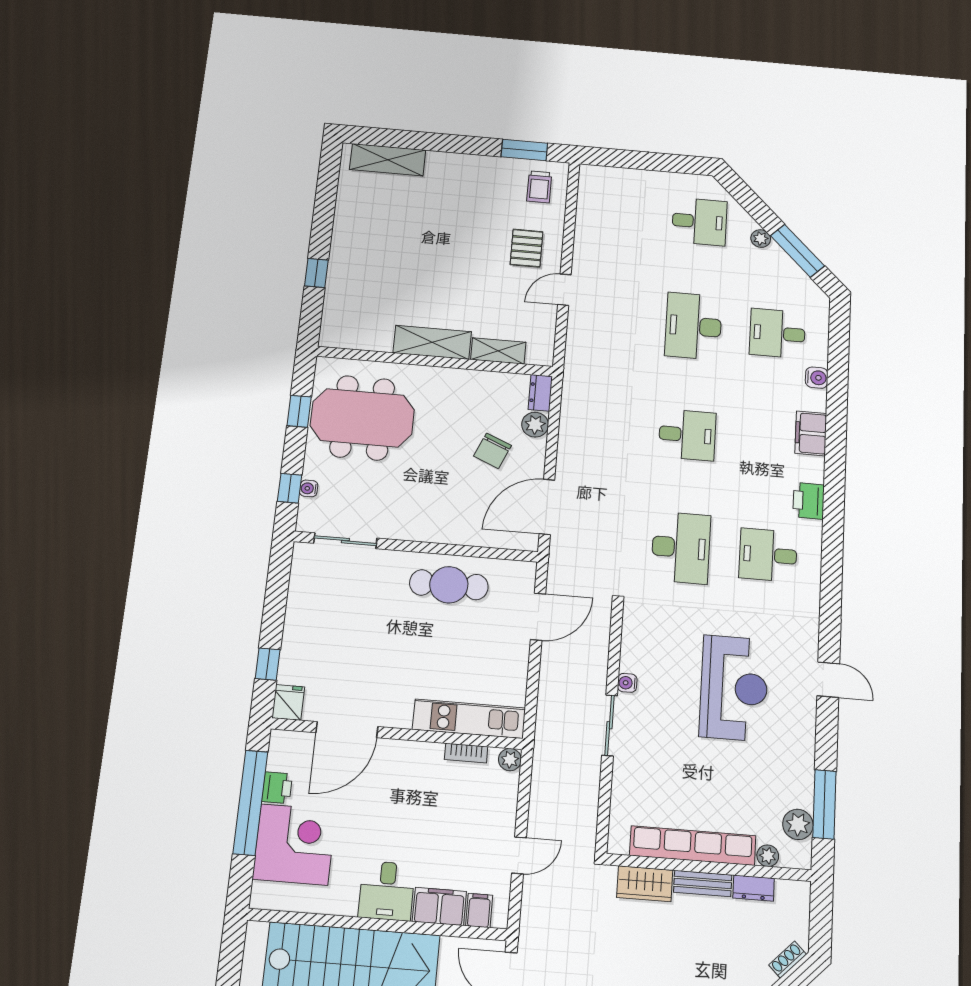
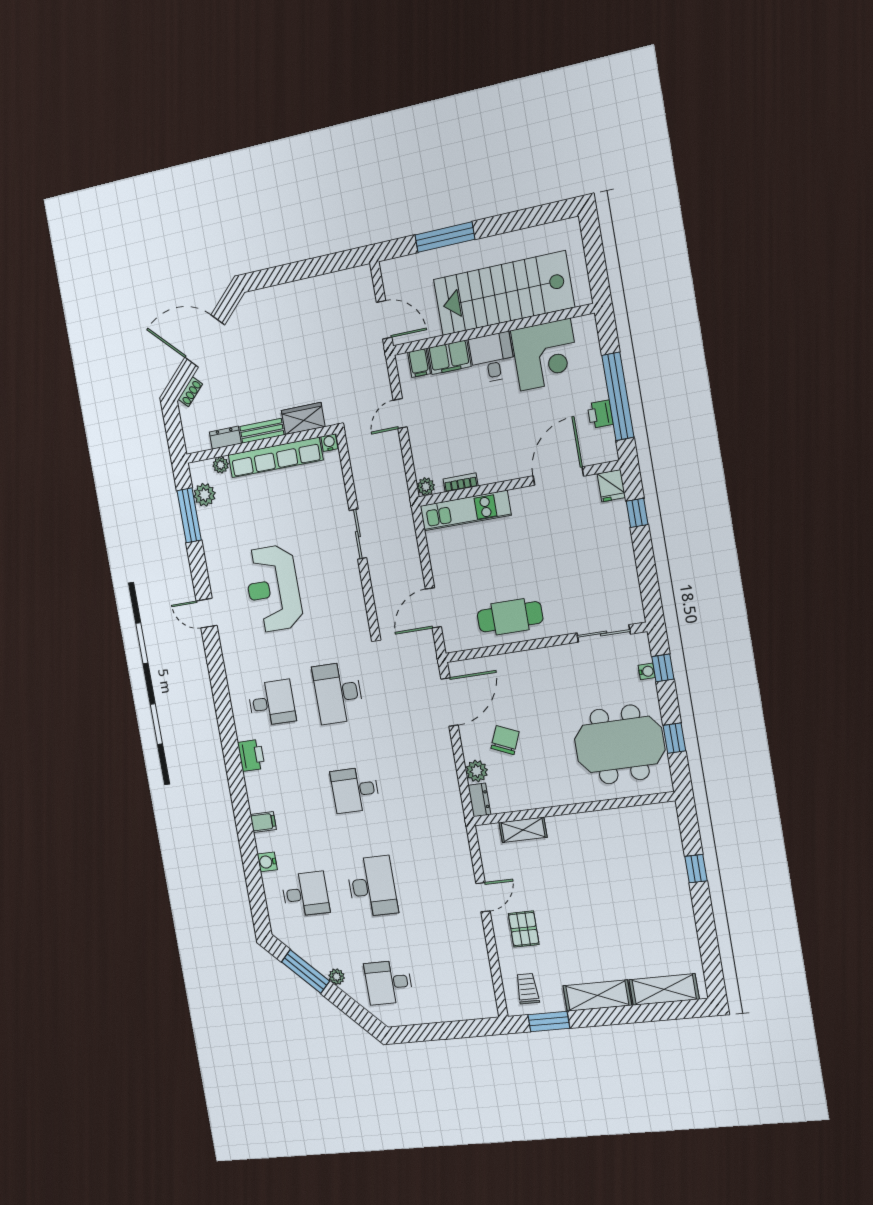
shelving: (432, 342) -> (597, 996), moved
filing cabinet: (811, 433) -> (263, 822), width x0.50
water cooler: (627, 683) -> (329, 443), moved, turned -90
corner desk: (294, 844) -> (545, 355), moved, turned -90

